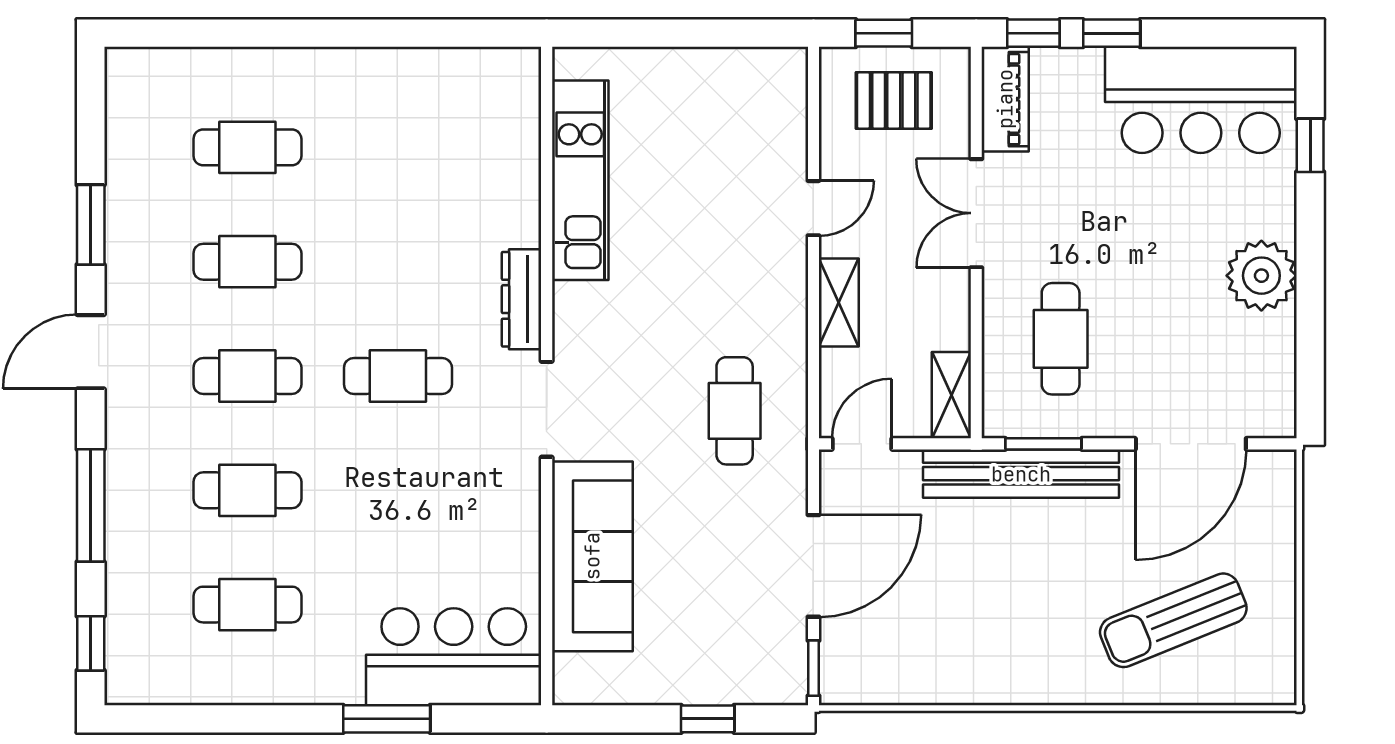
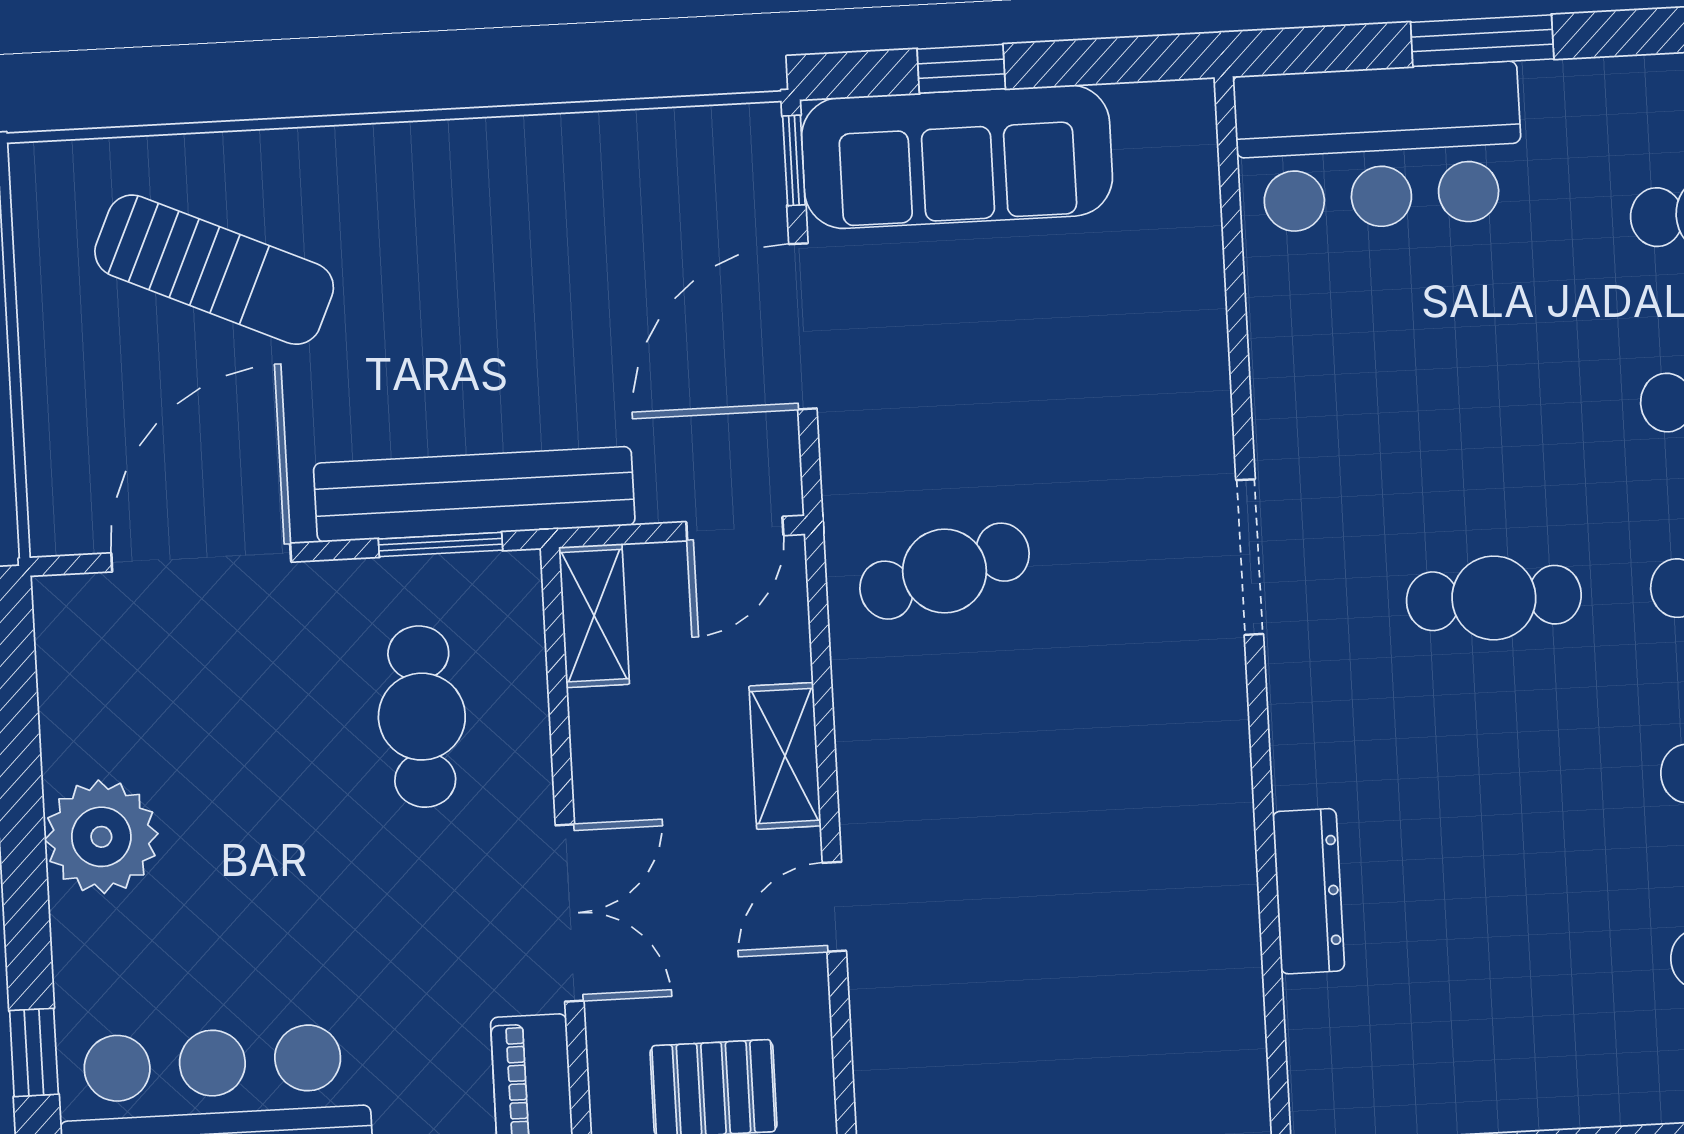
kitchen unit: (580, 180) -> (1215, 932), removed
dresser: (522, 299) -> (1309, 891), moved
cafe table: (735, 411) -> (945, 571), turned 75
sofa: (592, 556) -> (957, 157), moved, turned -90
sun lounger: (1173, 620) -> (214, 270), turned 46

